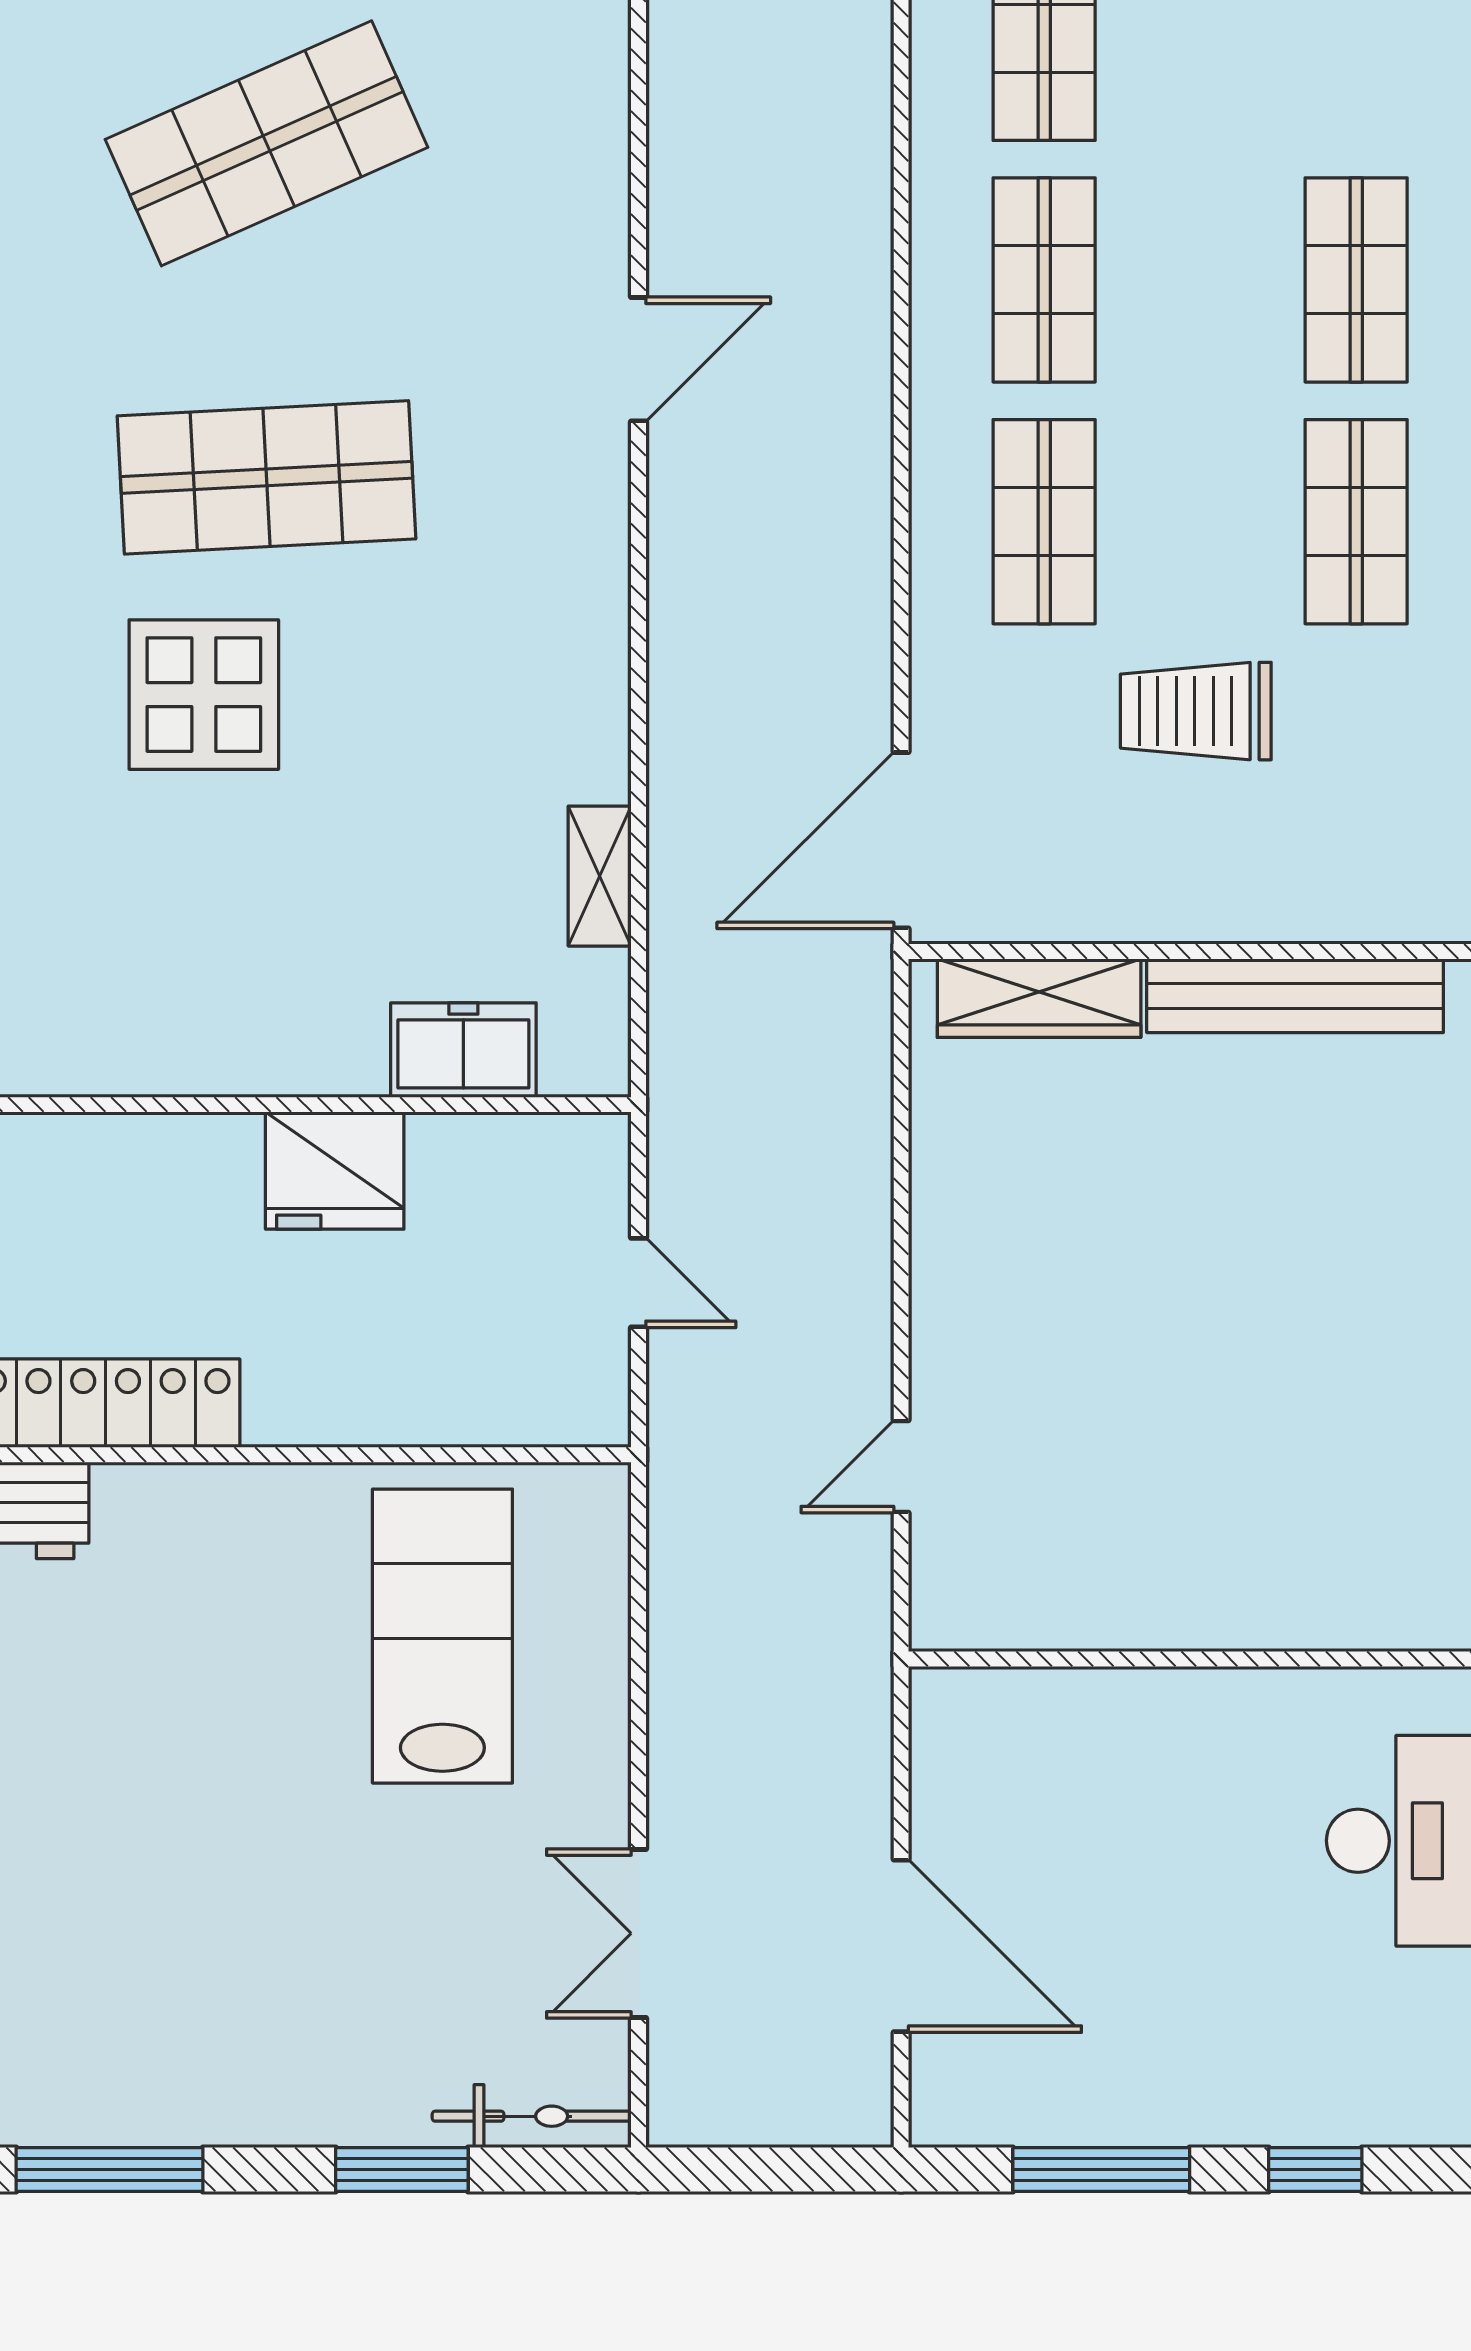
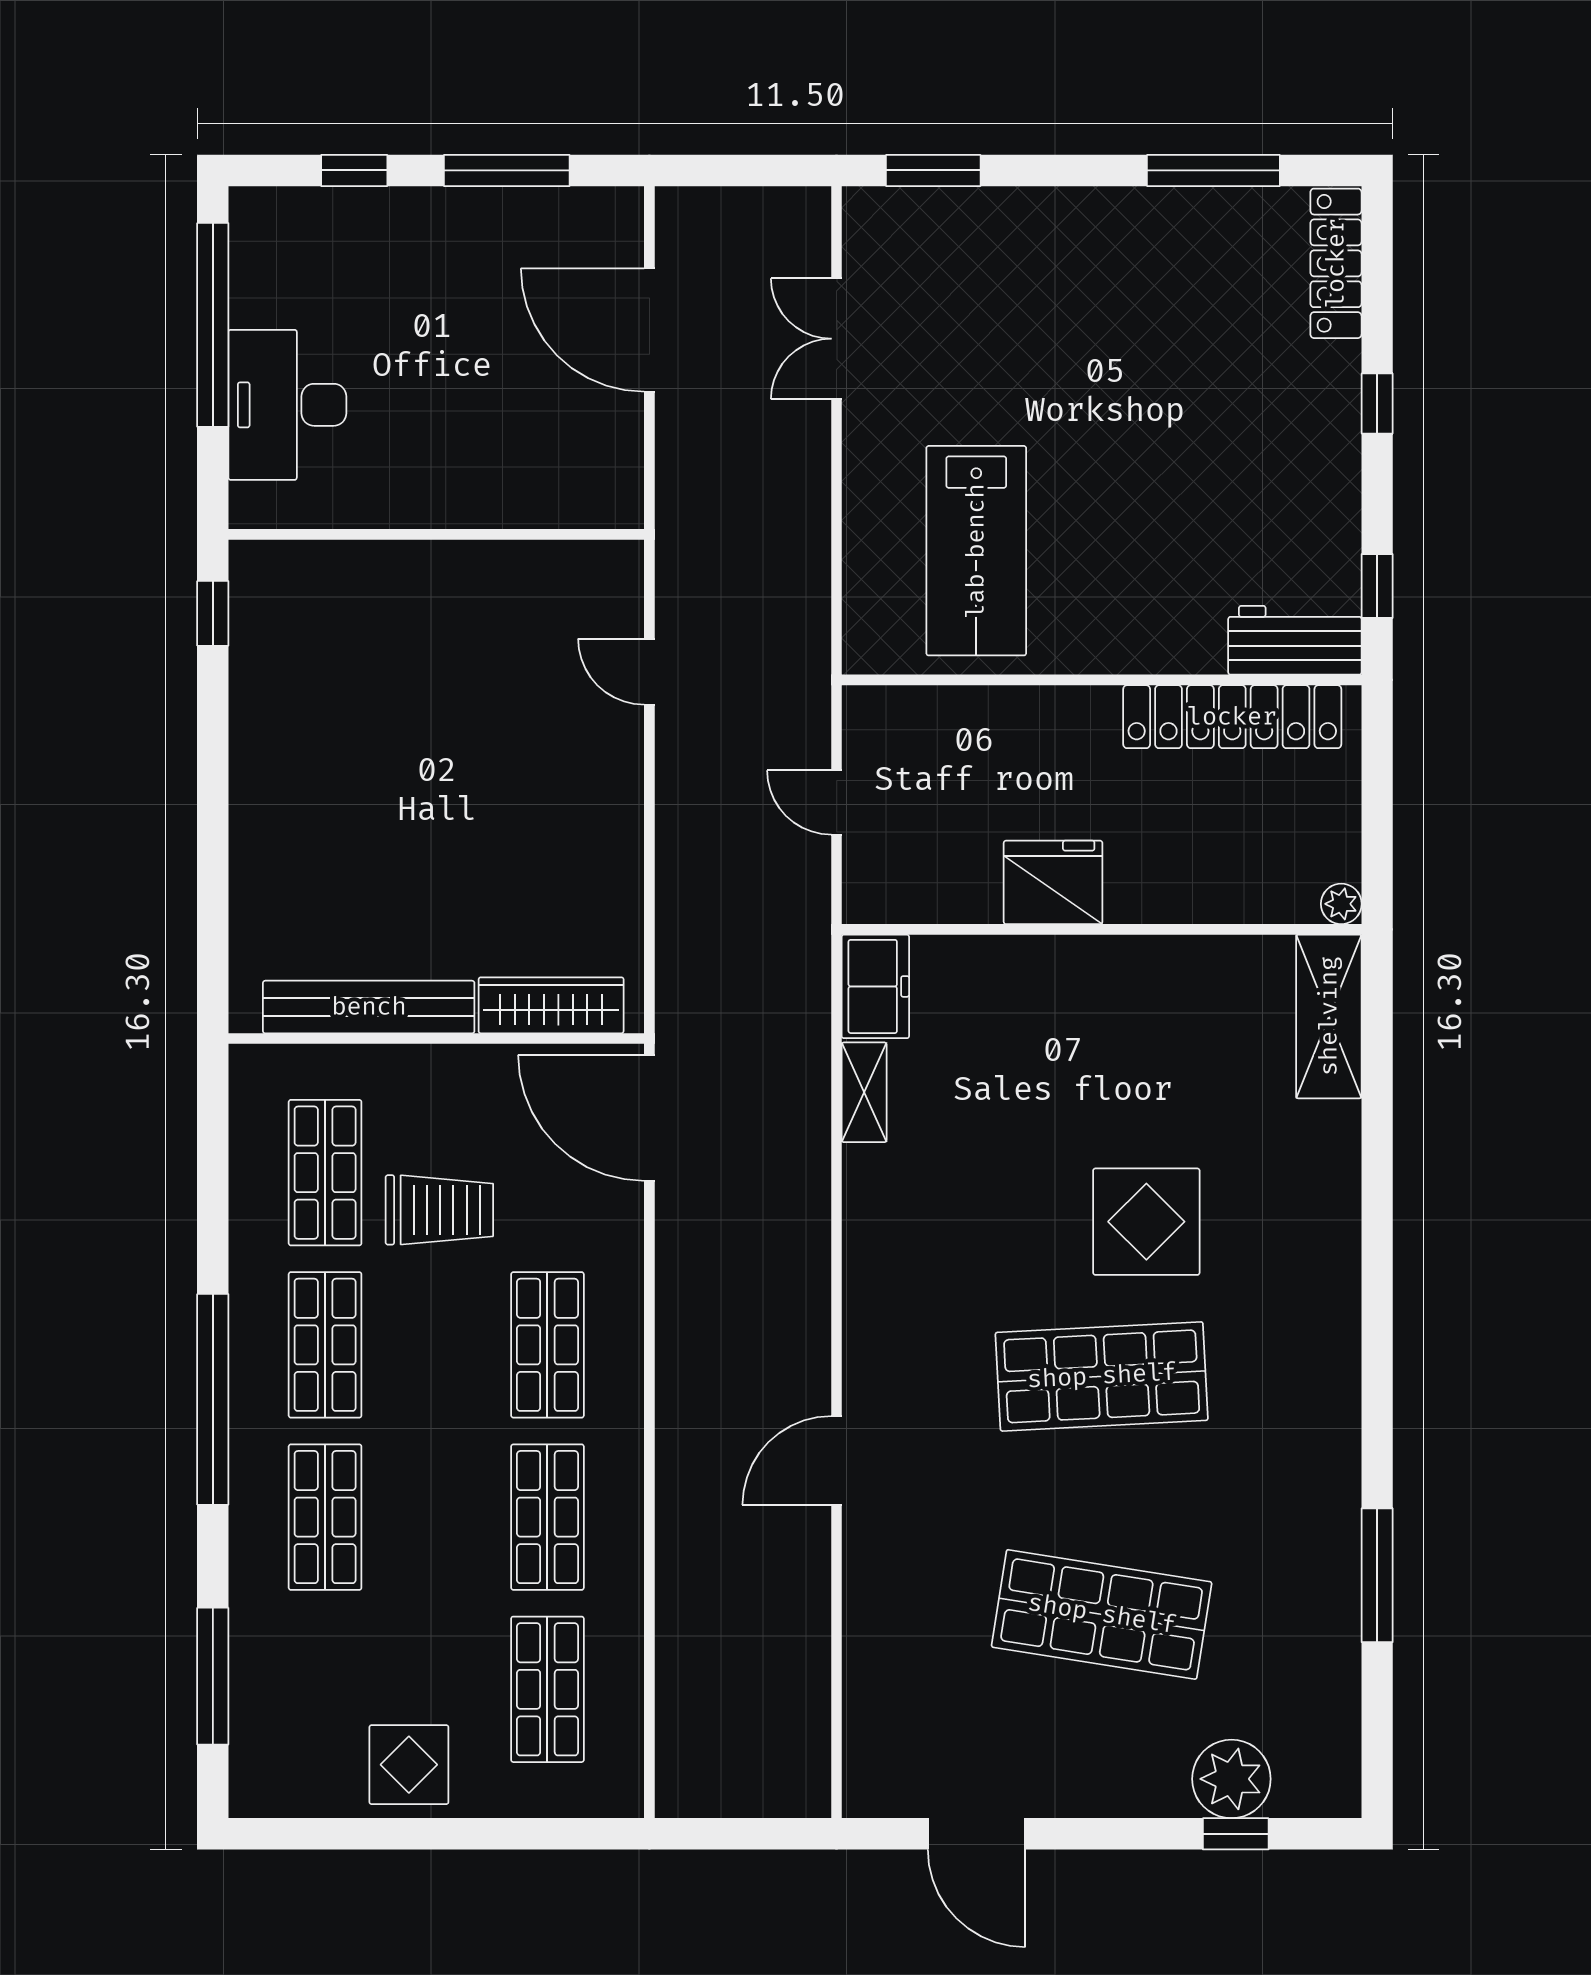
shop shelf: (267, 143) -> (1102, 1614), turned 33
shop shelf: (1356, 763) -> (325, 1173), added
door: (901, 840) -> (649, 1118), swing flipped
freezer: (463, 1050) -> (875, 986), moved, turned -90
door: (901, 1466) -> (649, 672), swing flipped
double door: (639, 1933) -> (837, 339), swing flipped
bicycle: (532, 2116) -> (913, 209), removed
window: (402, 2170) -> (933, 170), moved

